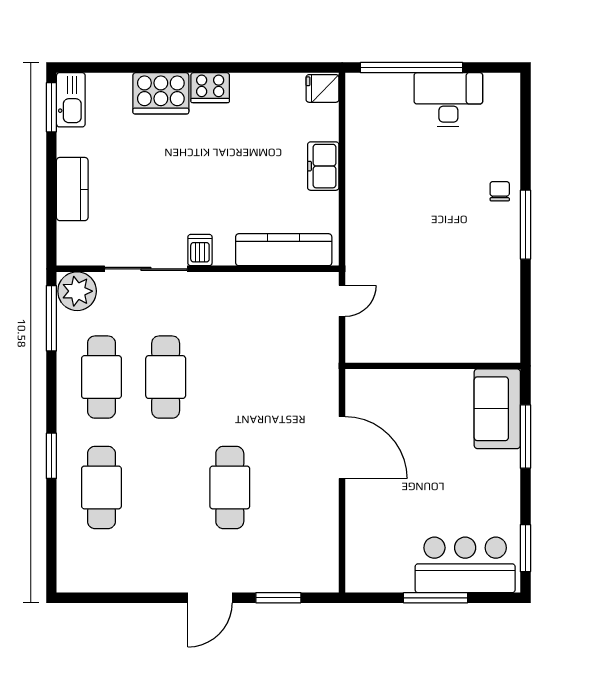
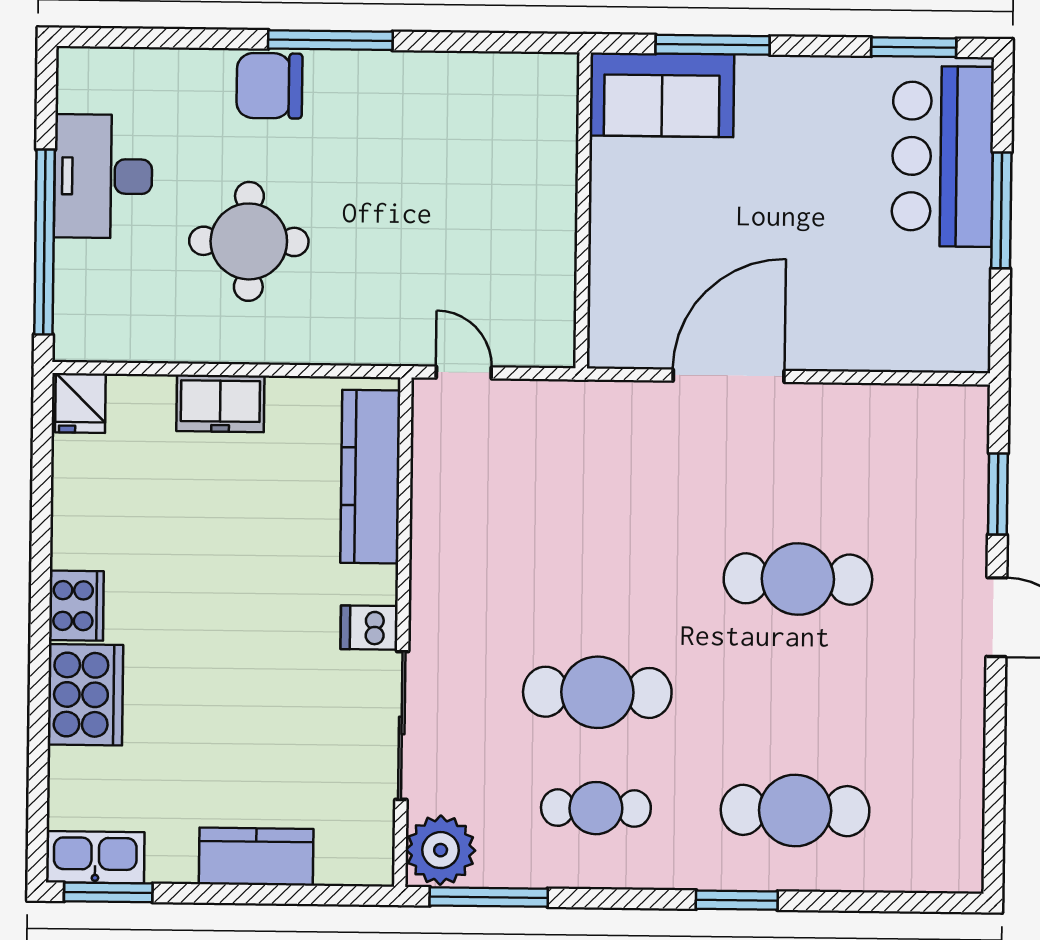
round table: (413, 181) -> (249, 241), added
chair: (500, 191) -> (269, 86), width x1.87, depth x1.87
cafe table: (101, 377) -> (596, 808), width x0.73, depth x0.74

